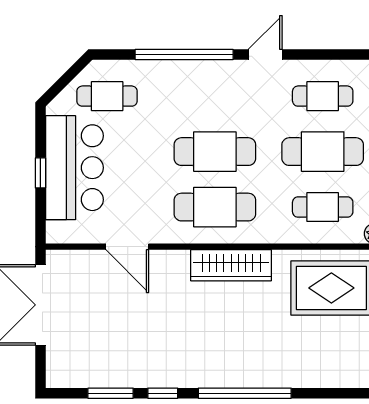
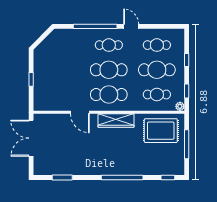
door: (265, 54) -> (131, 26), hinge flipped
cafe table: (107, 96) -> (109, 45), moved
bar counter: (74, 168) -> (46, 77), removed
door: (127, 247) -> (80, 112), moved
window: (163, 393) -> (168, 177), moved

